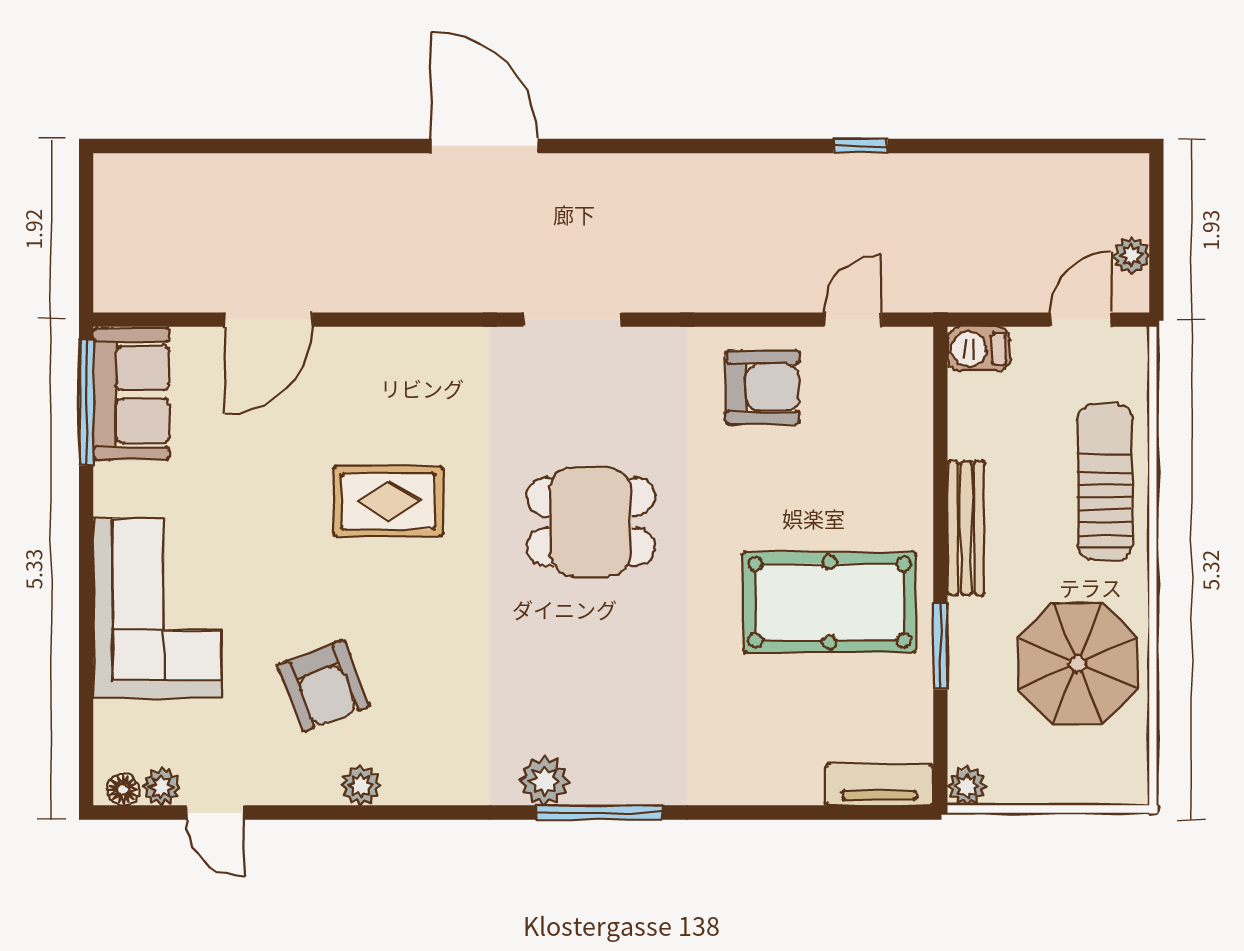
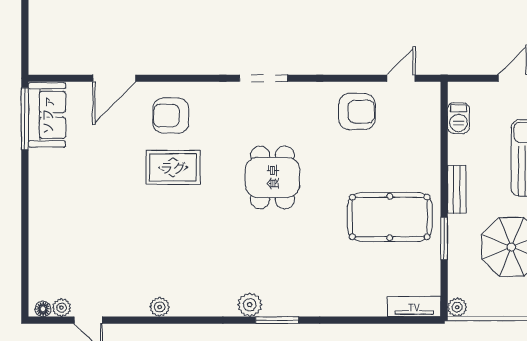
barbecue: (979, 349) -> (459, 118), moved, turned -90
dining table: (591, 522) -> (272, 177), turned 90
bench: (966, 528) -> (457, 189), width x0.73
corner sofa: (157, 608) -> (60, 220), removed
armchair: (324, 686) -> (171, 116), moved, turned 111
window: (600, 813) -> (277, 320), width x0.69

